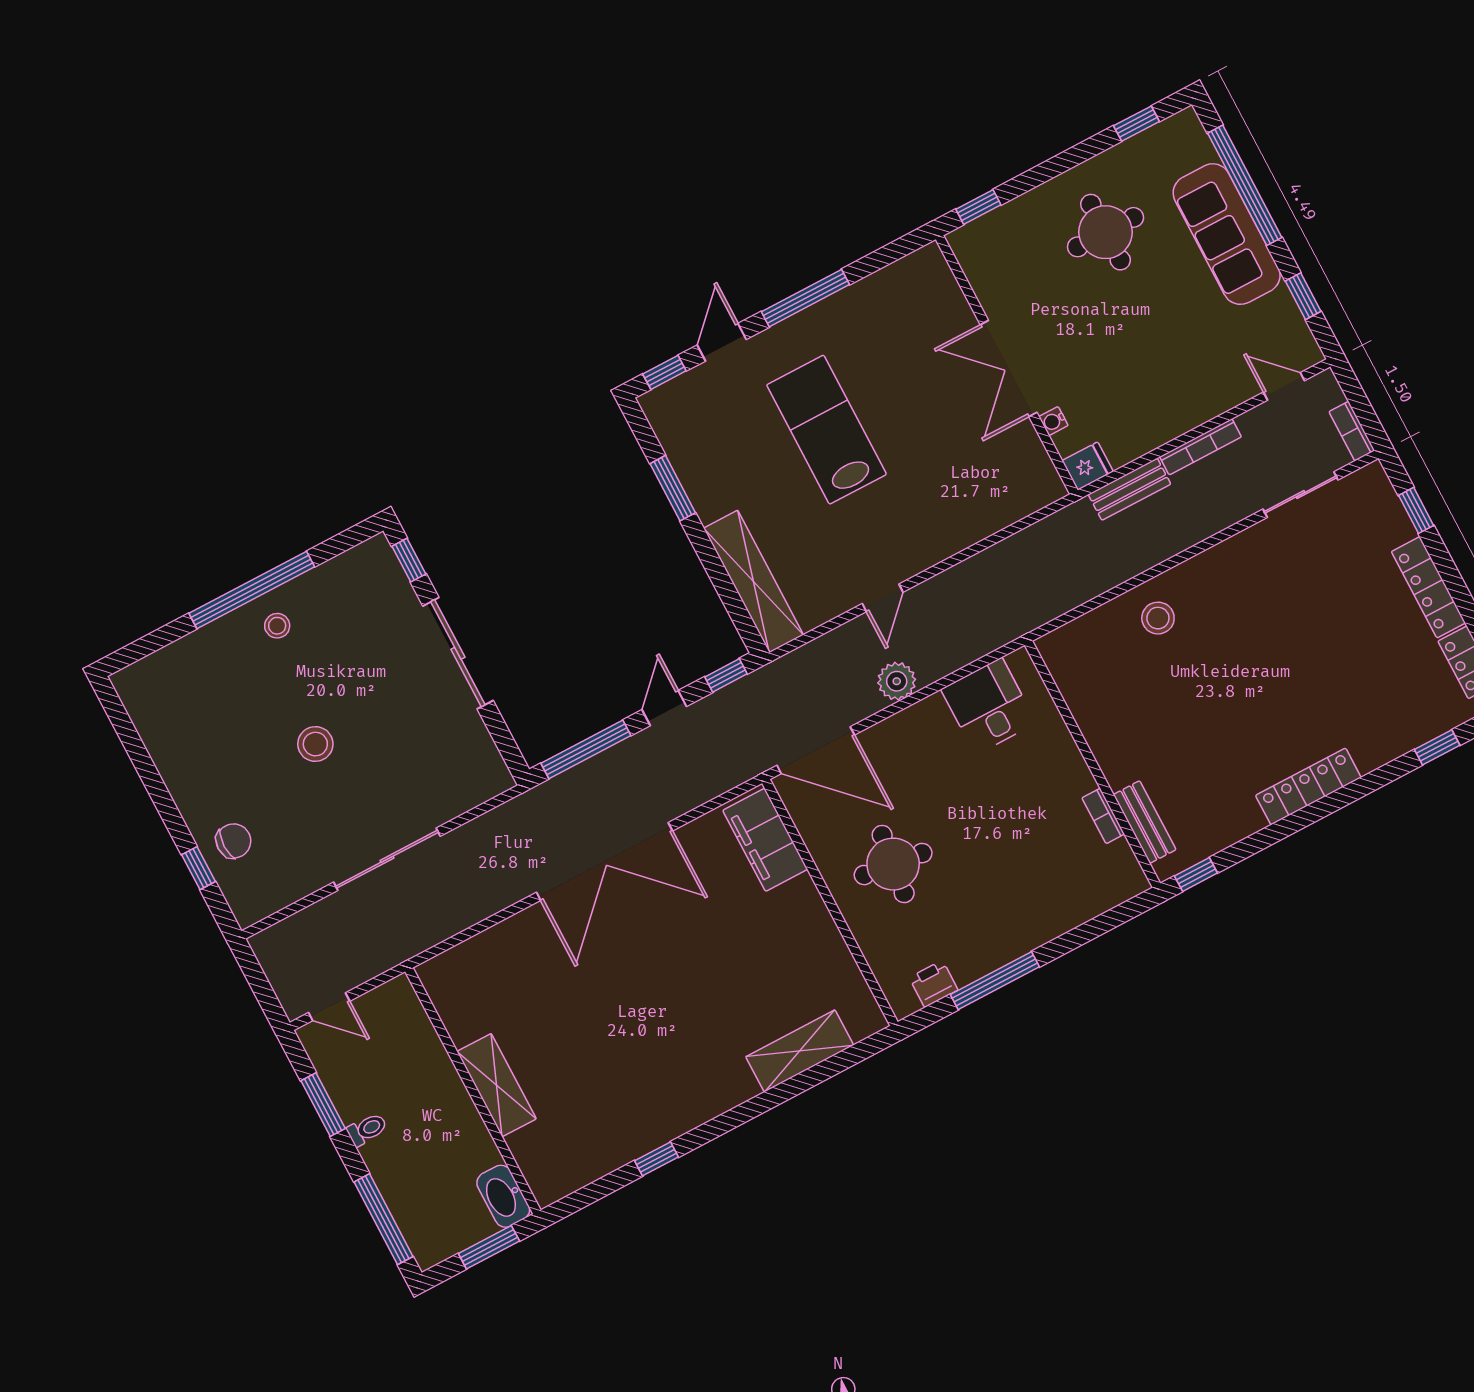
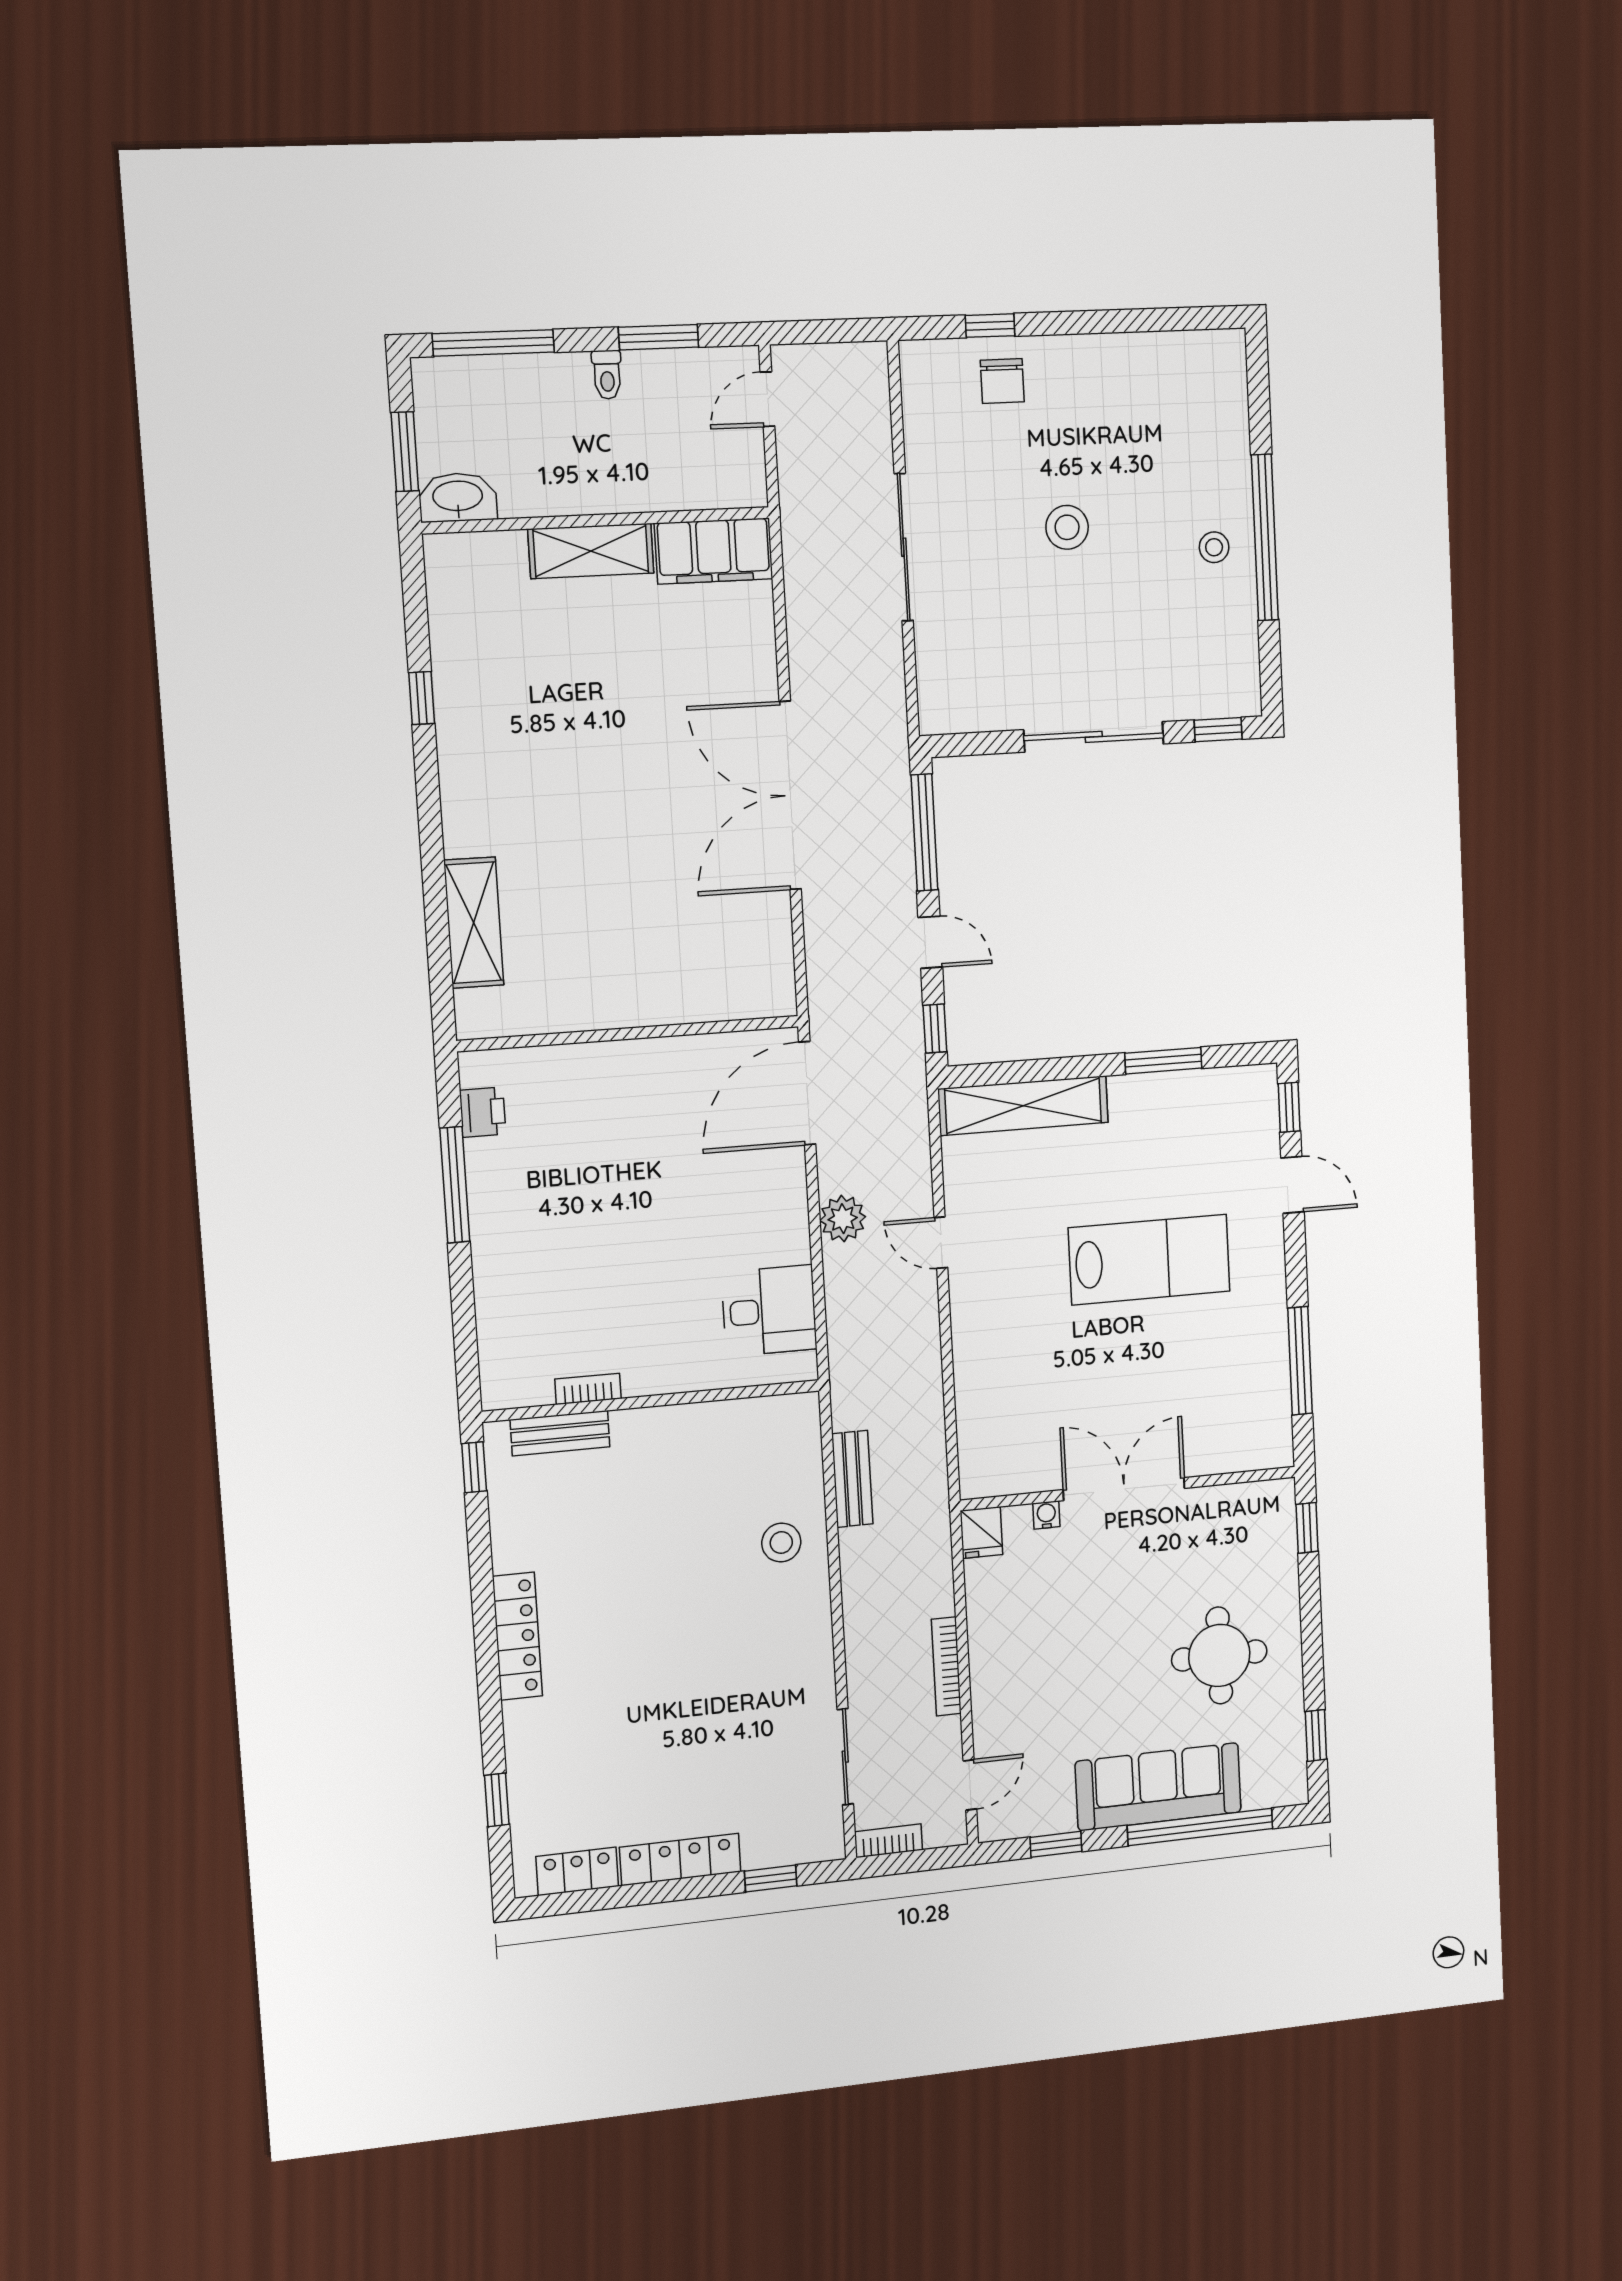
window: (805, 298) -> (1300, 1361), moved
bench: (1129, 489) -> (852, 1479), moved
filing cabinet: (765, 840) -> (714, 551), moved, turned 180
round table: (893, 864) -> (640, 1125), removed

